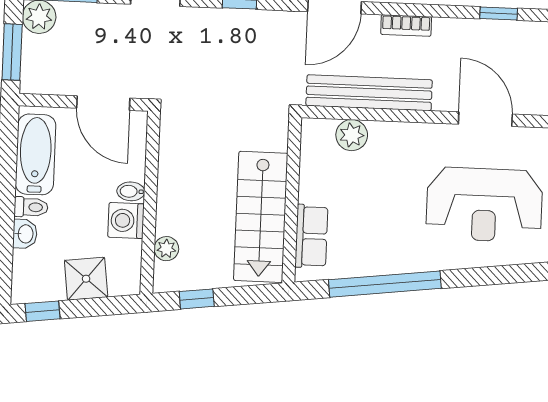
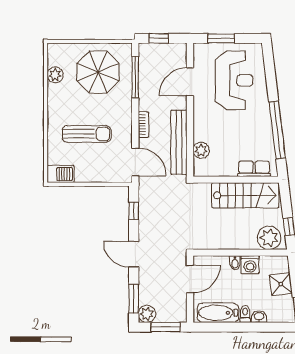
window: (499, 13) -> (135, 77), width x2.17
plant: (166, 249) -> (269, 238), width x1.87, depth x1.87

